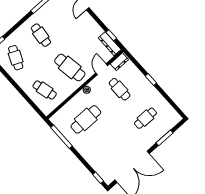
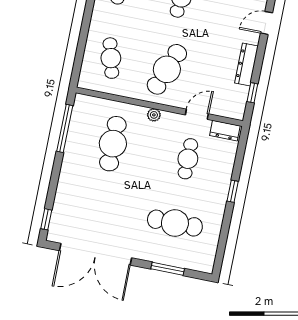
dresser: (110, 44) -> (246, 65), moved
cafe table: (70, 67) -> (167, 69), turned 30
cafe table: (145, 118) -> (175, 223), width x1.37, depth x1.35
cafe table: (86, 119) -> (113, 144), turned 90

